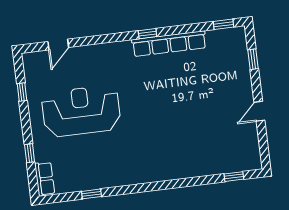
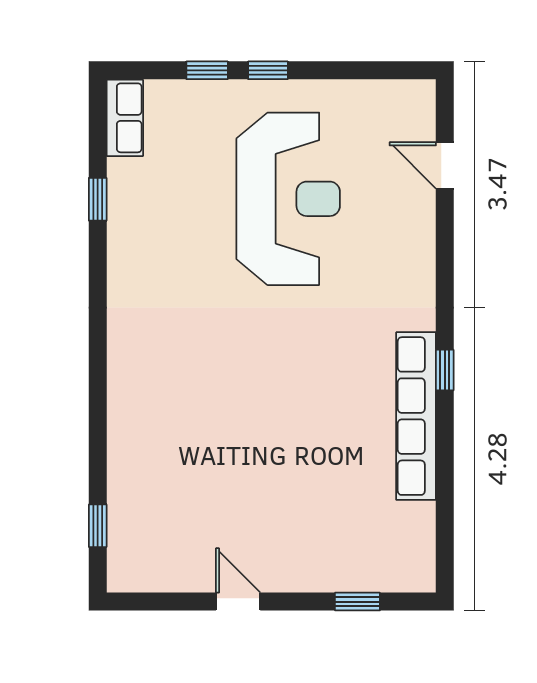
window: (223, 24) -> (445, 545), removed
window: (22, 92) -> (268, 70), moved
row of seats: (45, 179) -> (125, 118), moved, turned -90

